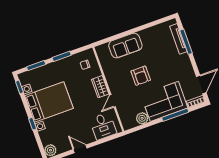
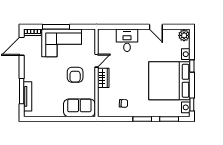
armchair: (141, 76) -> (75, 75), turned 180
wardrobe: (100, 87) -> (103, 78), moved
wall: (108, 89) -> (96, 73), moved
door: (112, 101) -> (96, 61), moved
bed with nightstands: (49, 102) -> (169, 81), width x1.36
plant: (142, 118) -> (88, 35), removed

